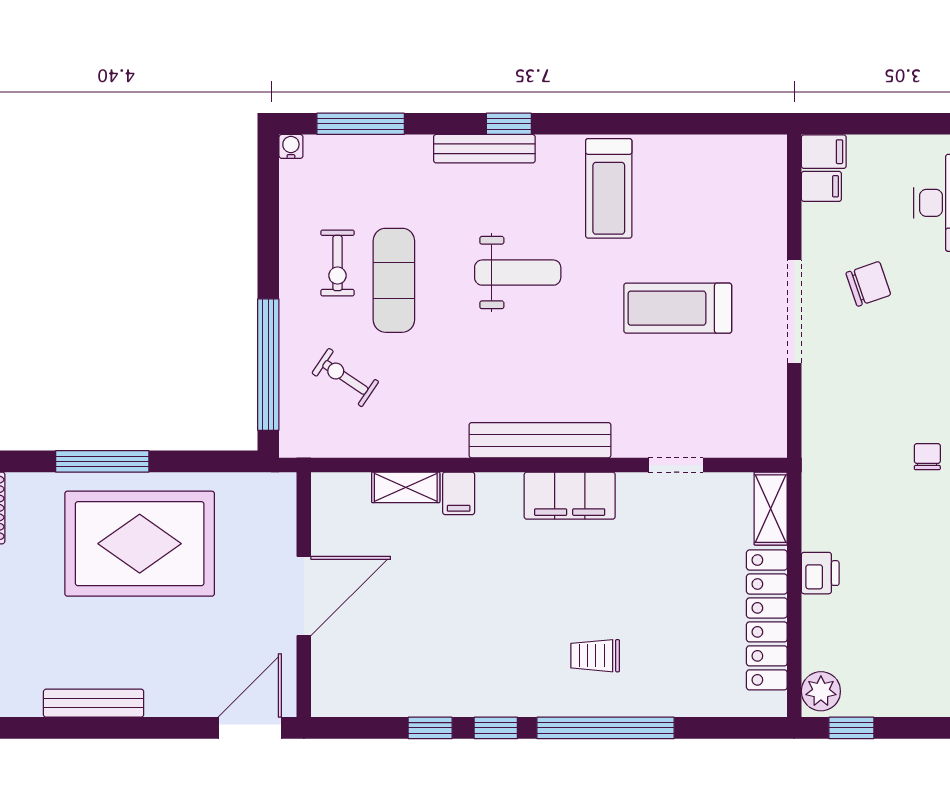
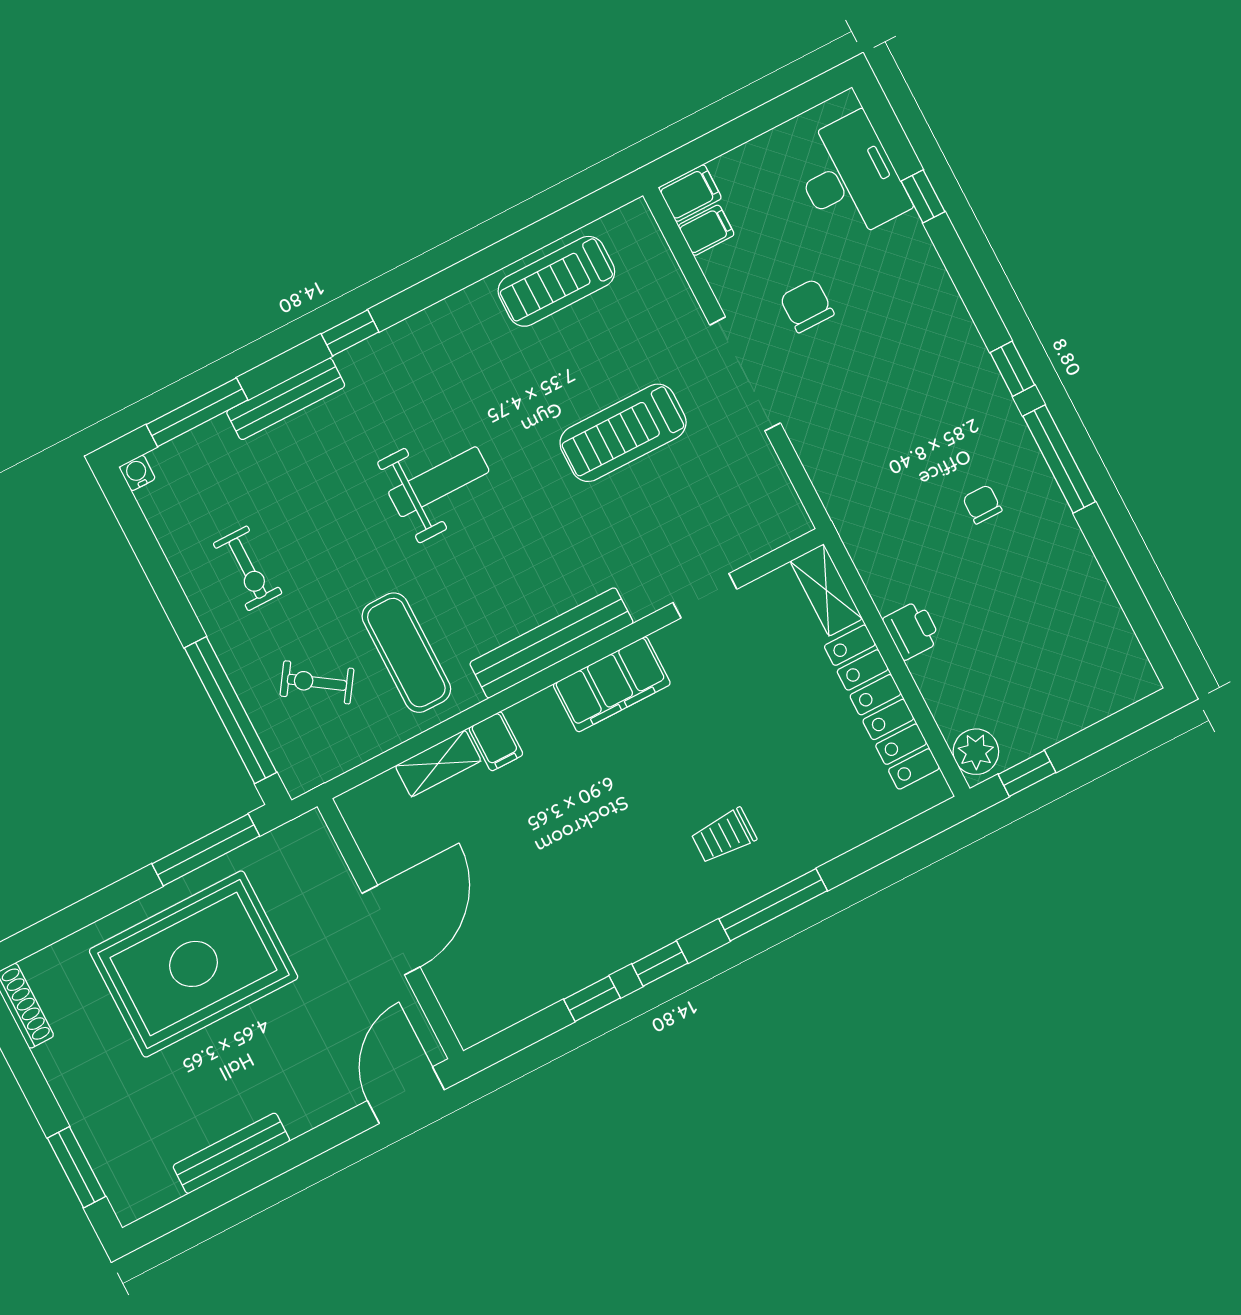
bench: (484, 149) -> (286, 399), moved
treadmill: (609, 188) -> (556, 281), moved, turned 90
exercise mat: (394, 280) -> (406, 653), moved
chair: (868, 284) -> (807, 306), turned -71
chair: (927, 457) -> (982, 504), moved
window: (102, 461) -> (206, 850), moved
window: (606, 728) -> (773, 905), width x0.68

